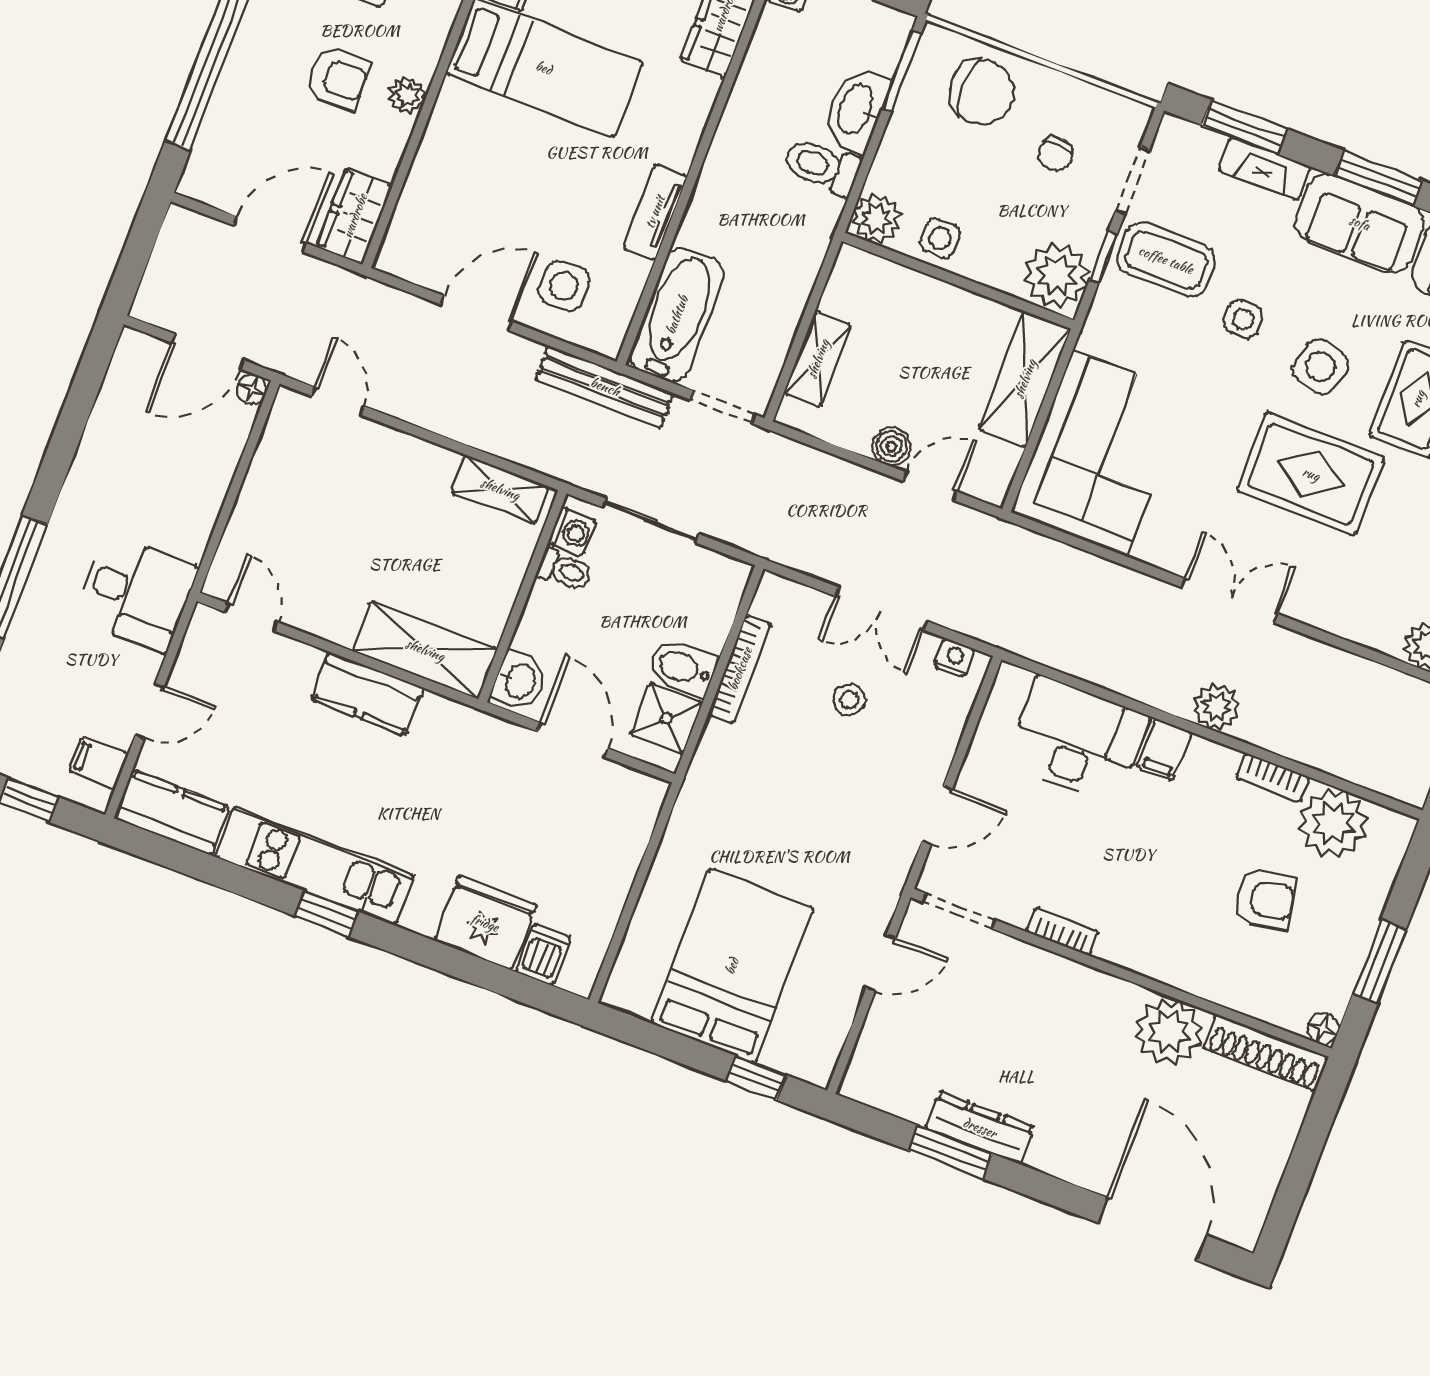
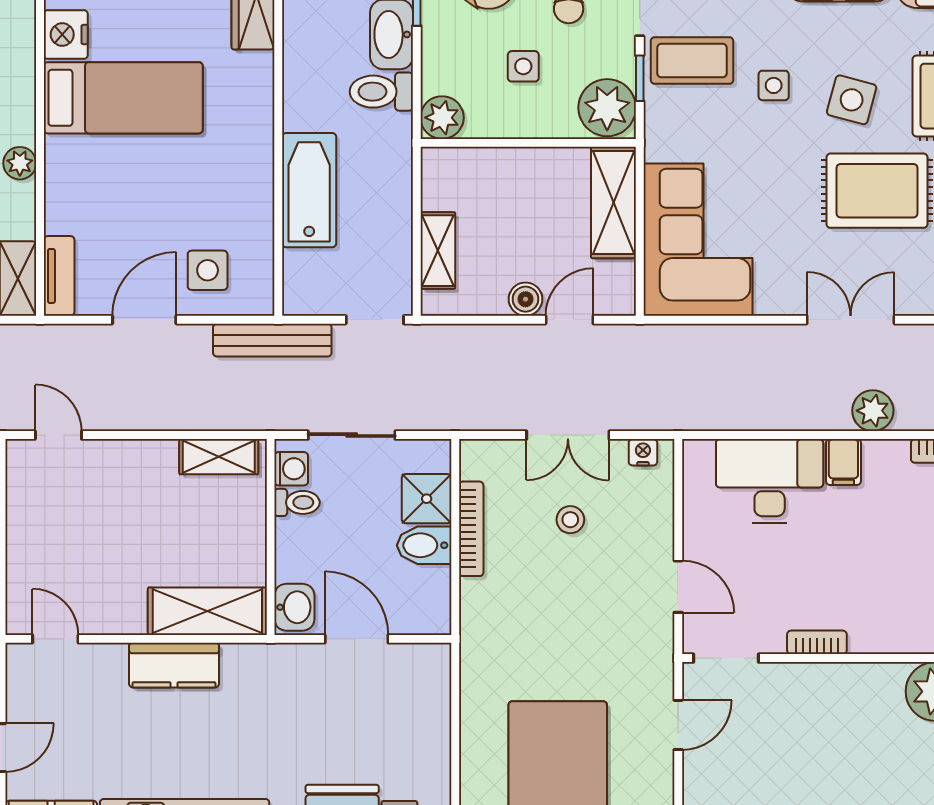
tv unit: (655, 212) -> (59, 276), moved, turned 180
side table: (940, 238) -> (523, 66), moved
bathtub: (677, 315) -> (309, 190), moved
shower: (667, 718) -> (427, 499), moved
door: (937, 815) -> (678, 587), hinge flipped

